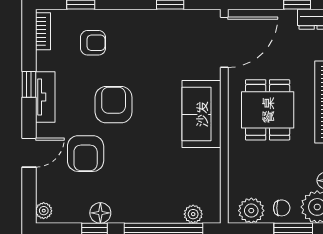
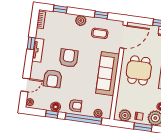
plant: (128, 21) -> (81, 21), added
coffee table: (173, 42) -> (100, 33), added
armchair: (93, 43) -> (75, 106), moved
sofa: (202, 114) -> (108, 74), width x1.36
door: (29, 153) -> (25, 85), moved

